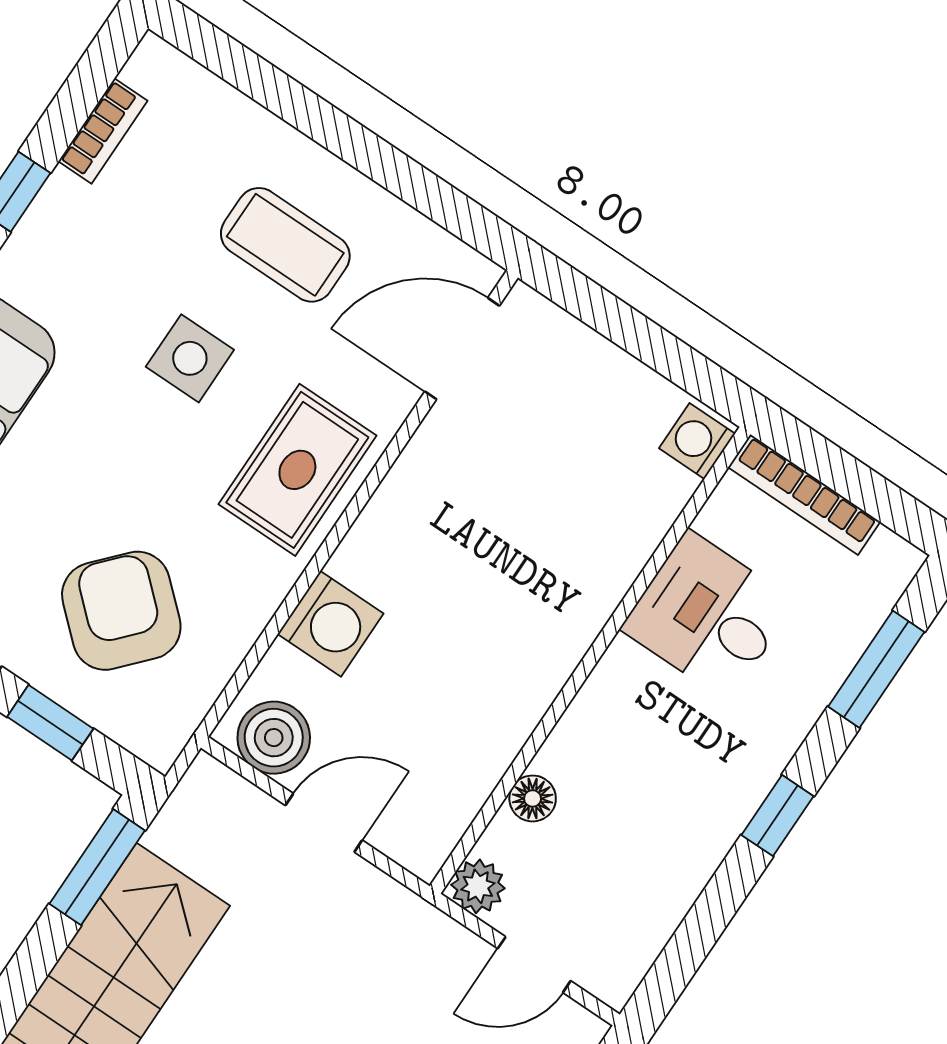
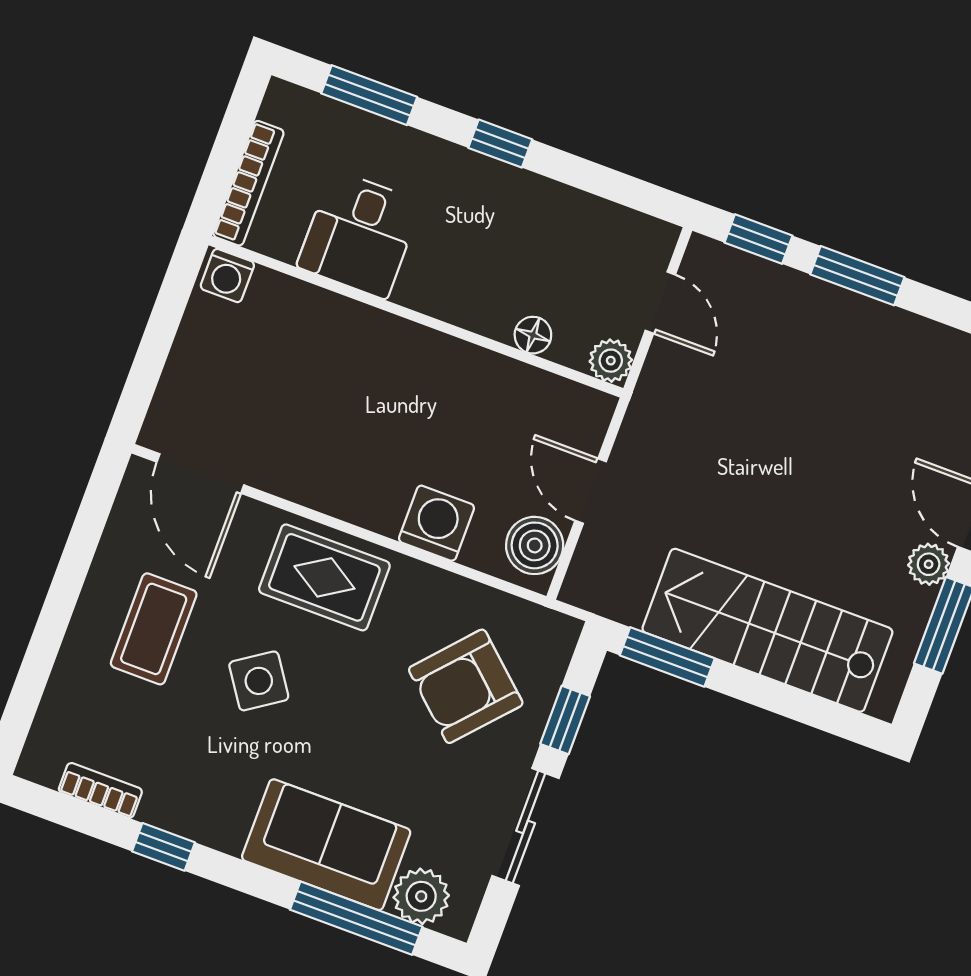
side table: (190, 358) -> (259, 681), turned -34

